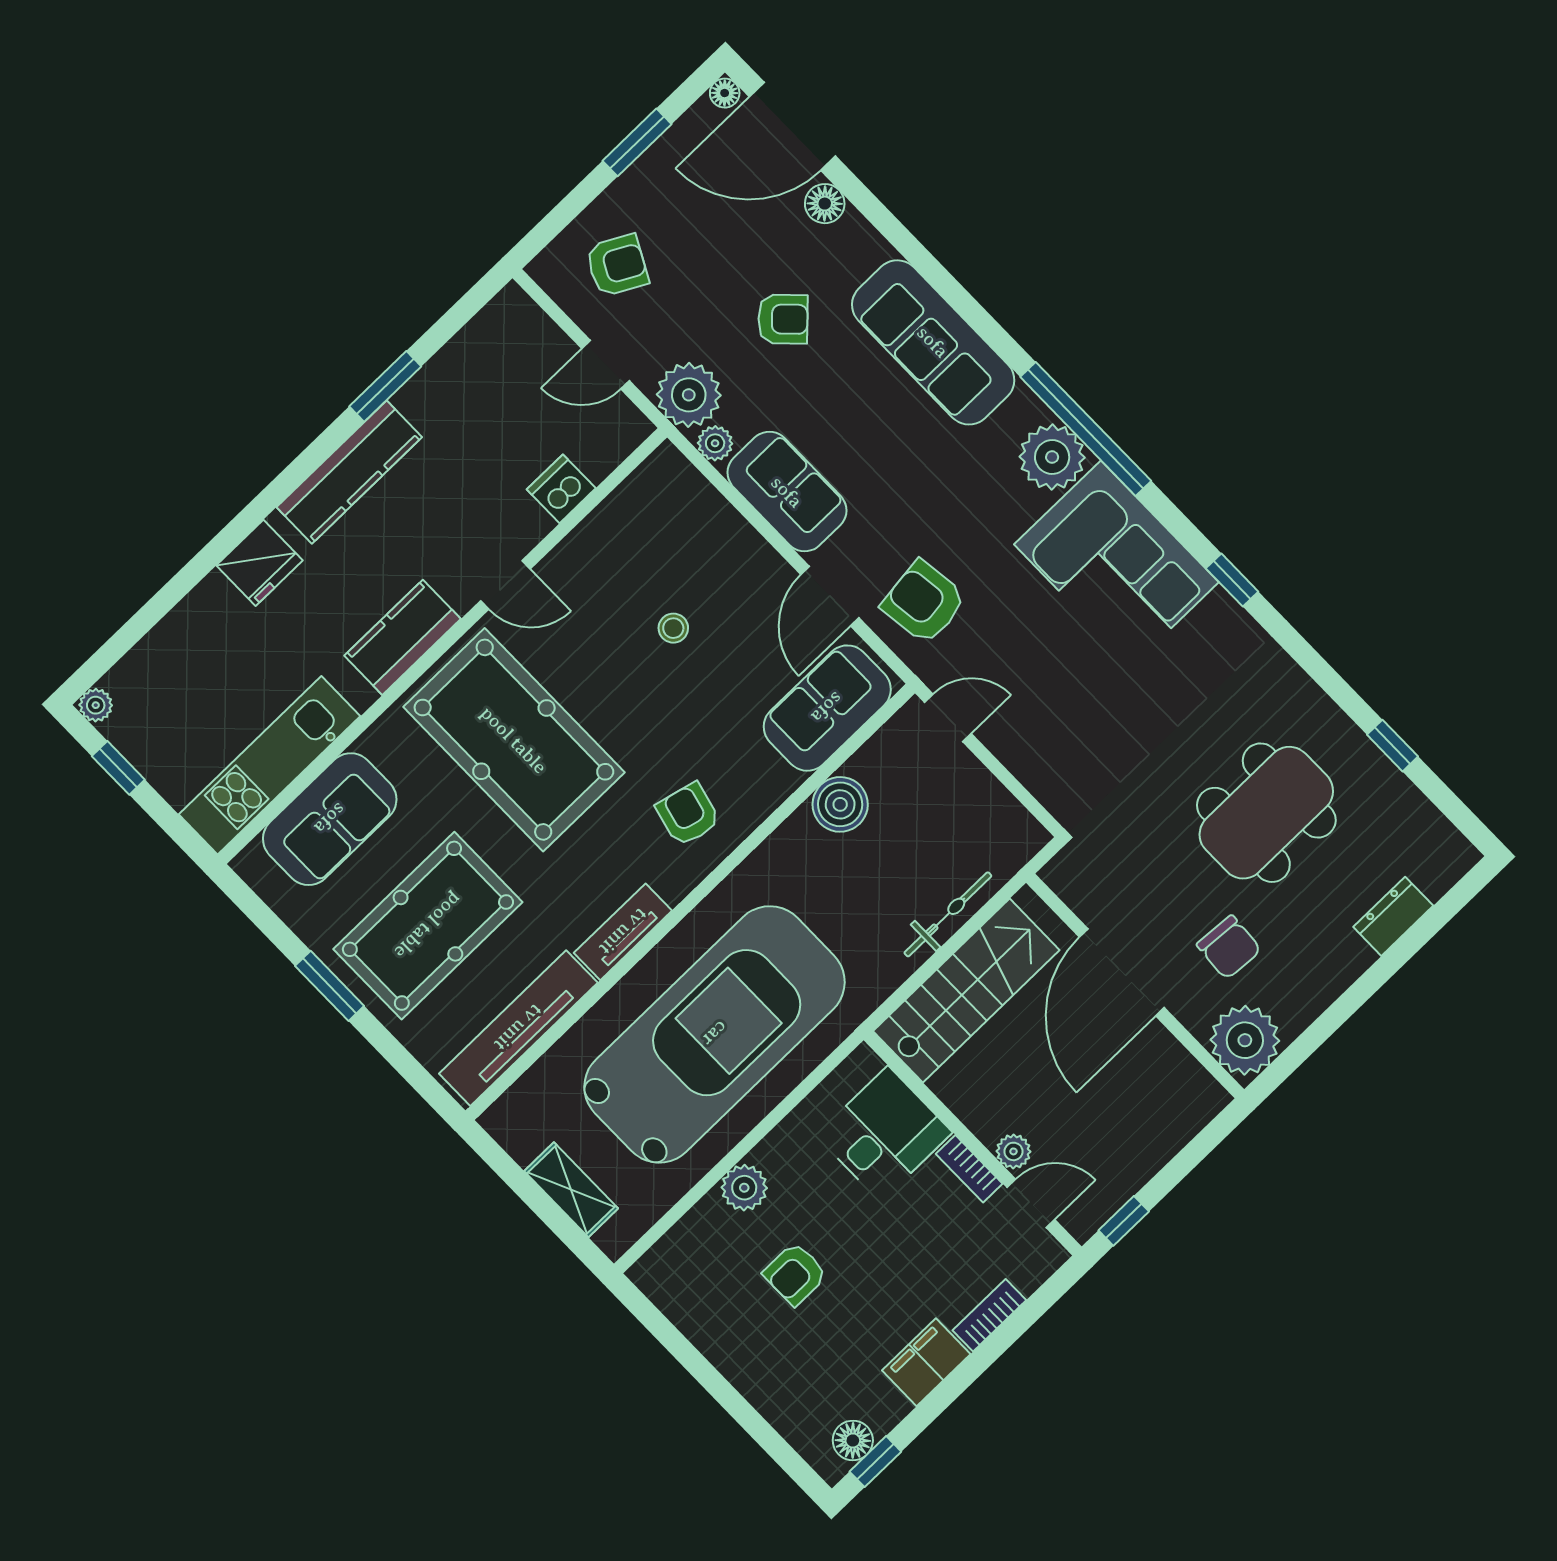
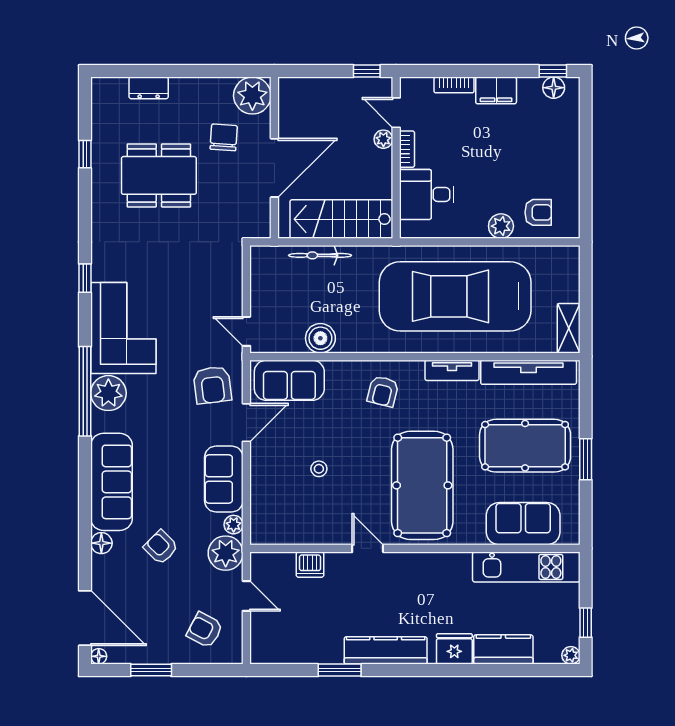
floor lamp: (825, 204) -> (101, 543), moved
kitchen counter: (403, 637) -> (503, 649), moved, turned 180
shelving: (571, 1190) -> (569, 328), moved
armchair: (795, 1274) -> (538, 212), moved

